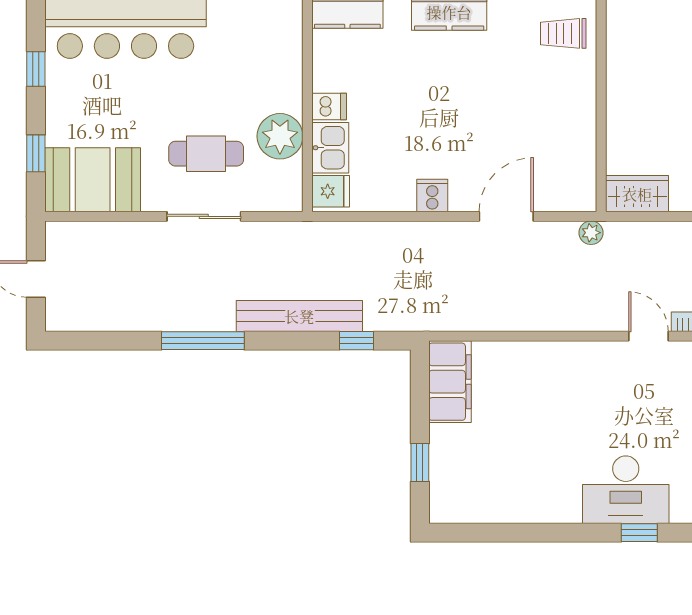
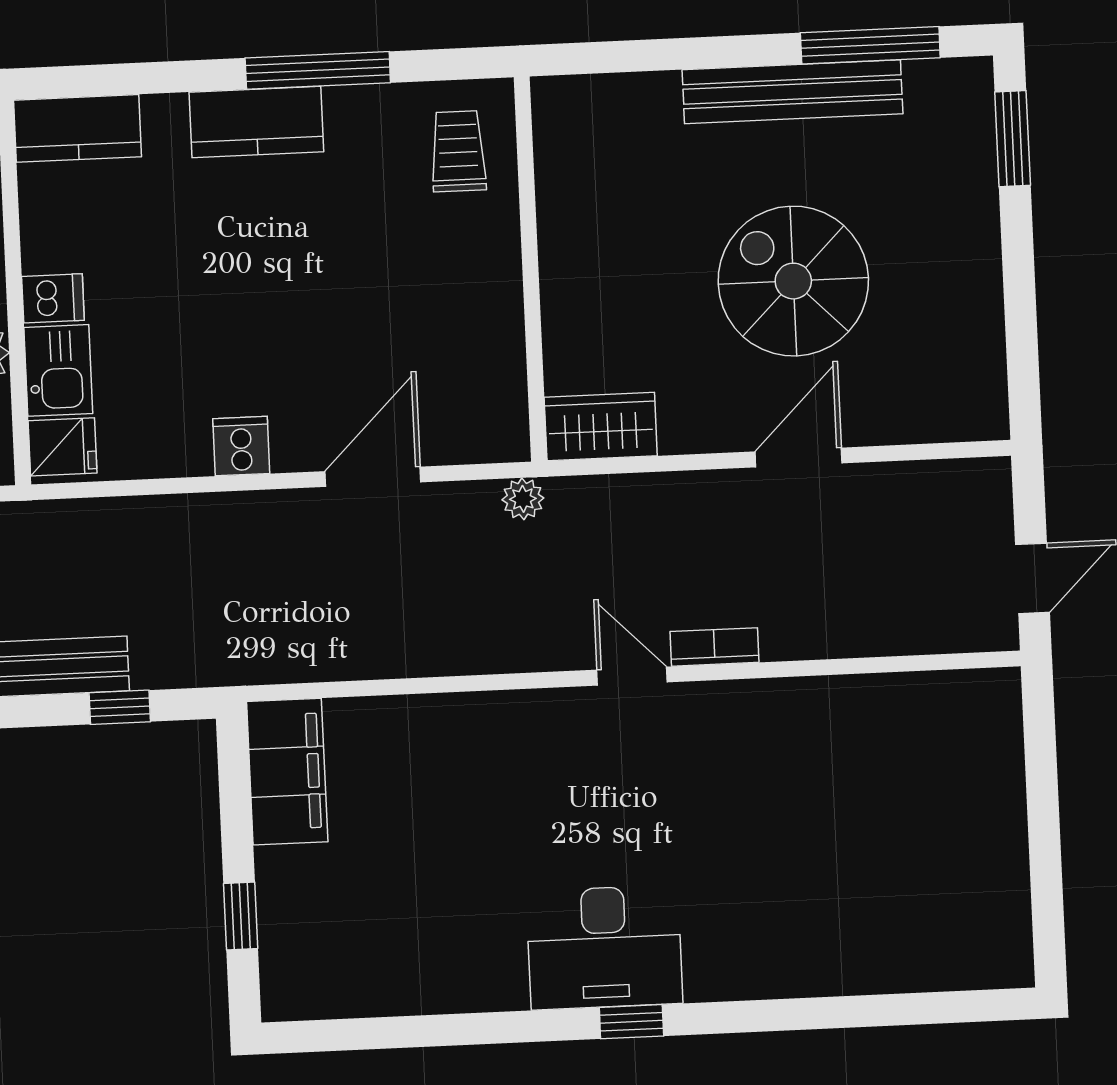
trolley: (563, 33) -> (458, 151), turned 90

